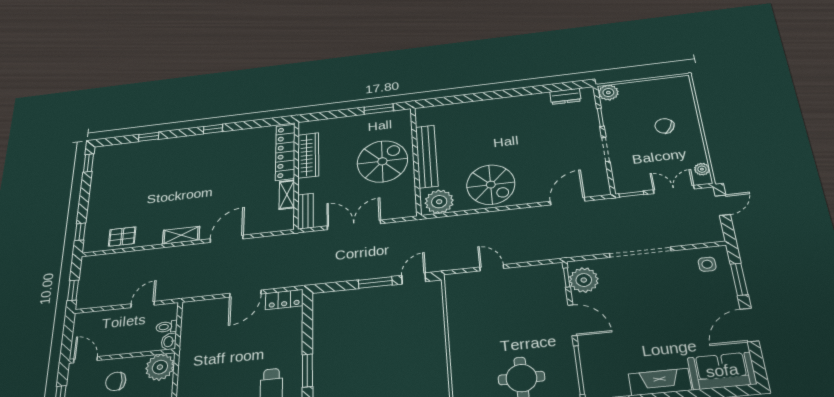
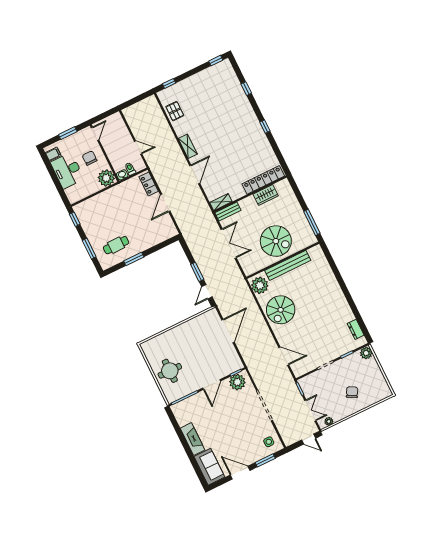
window: (379, 109) -> (312, 222), width x1.44
wardrobe: (308, 155) -> (266, 195), width x0.67
shelving: (287, 195) -> (221, 202), moved
door: (227, 239) -> (195, 174), hinge flipped
door: (492, 268) -> (228, 331), width x1.87
door: (414, 278) -> (207, 292), swing flipped
window: (73, 290) -> (132, 102), removed
door: (245, 294) -> (165, 203), hinge flipped
locker: (284, 300) -> (149, 184), moved

